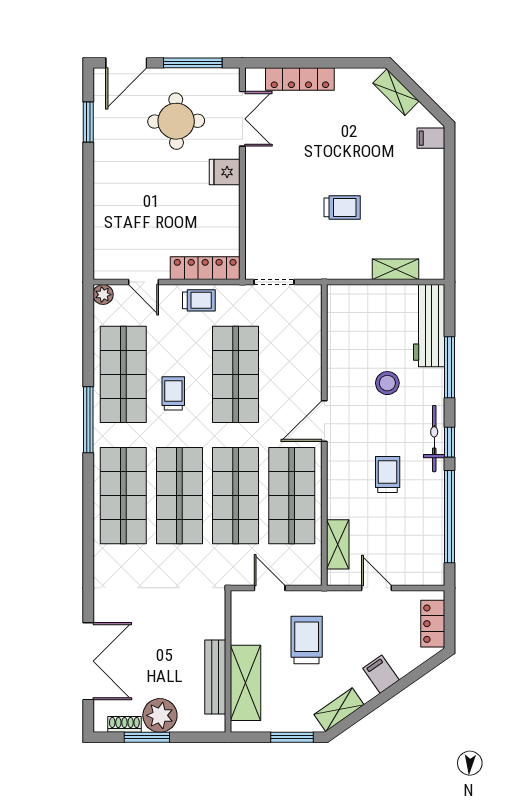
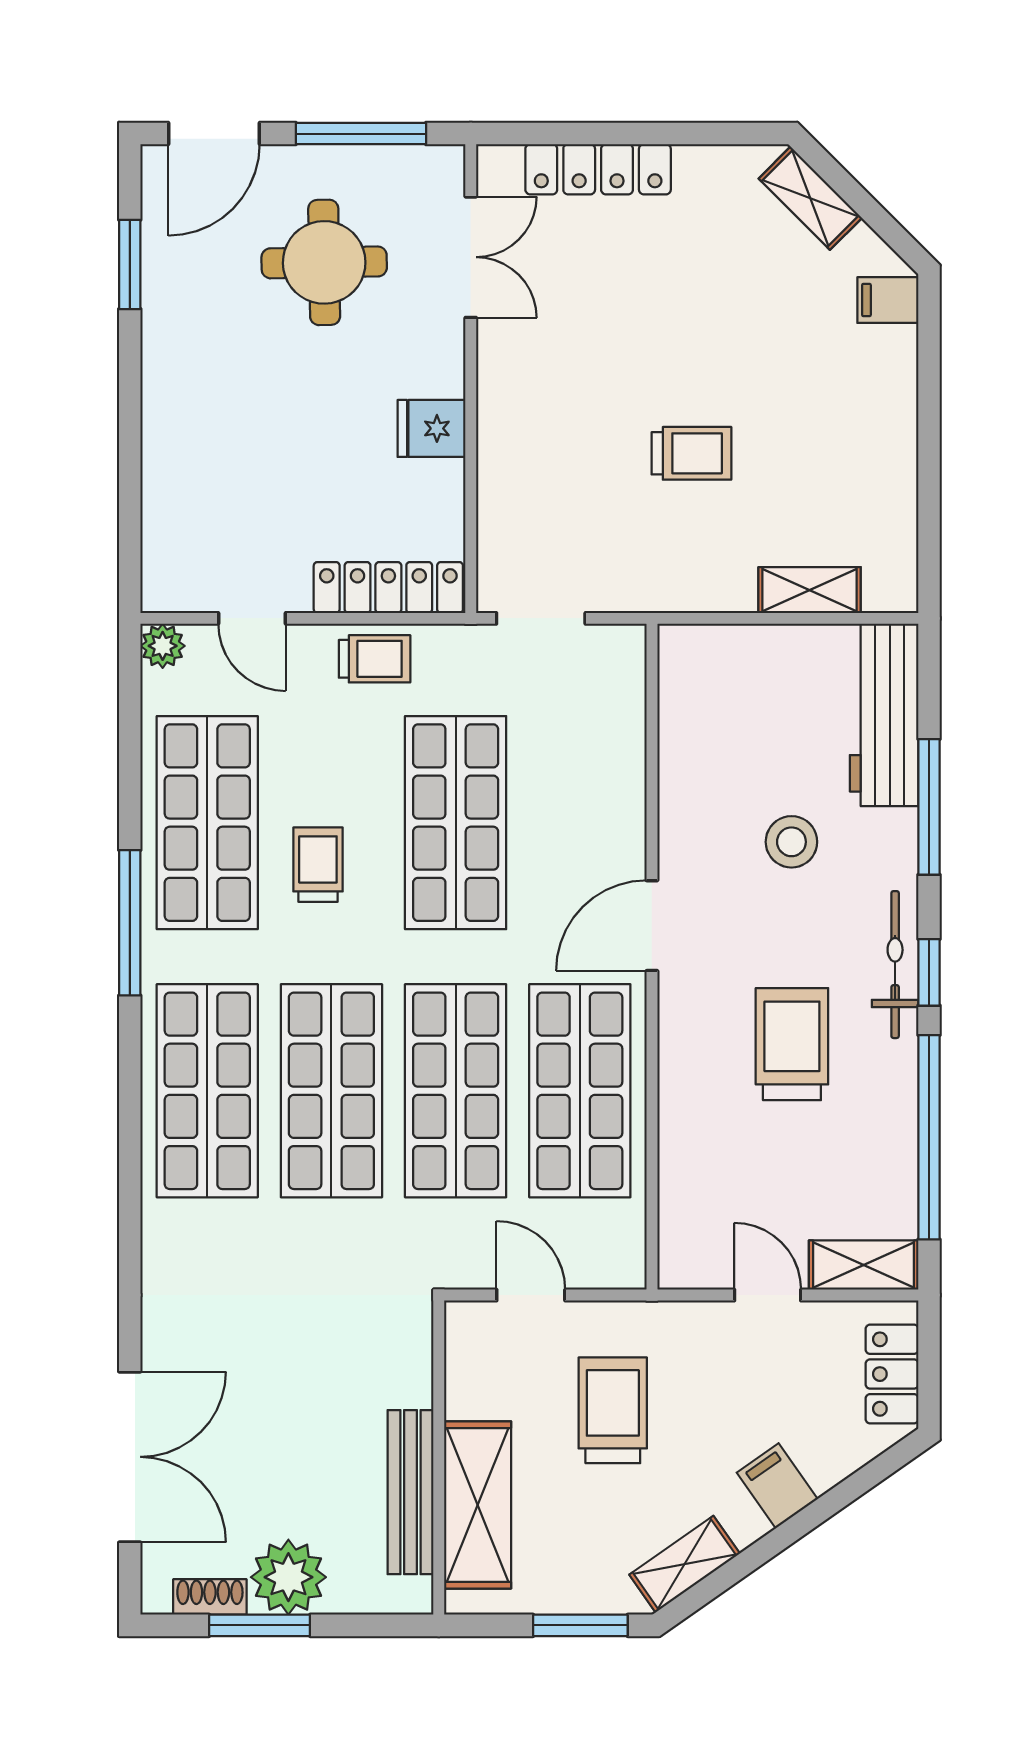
fridge: (225, 172) -> (432, 428), moved
trolley: (388, 475) -> (792, 1044), width x1.36, depth x1.39
shelving: (338, 544) -> (864, 1265), moved, turned 90

